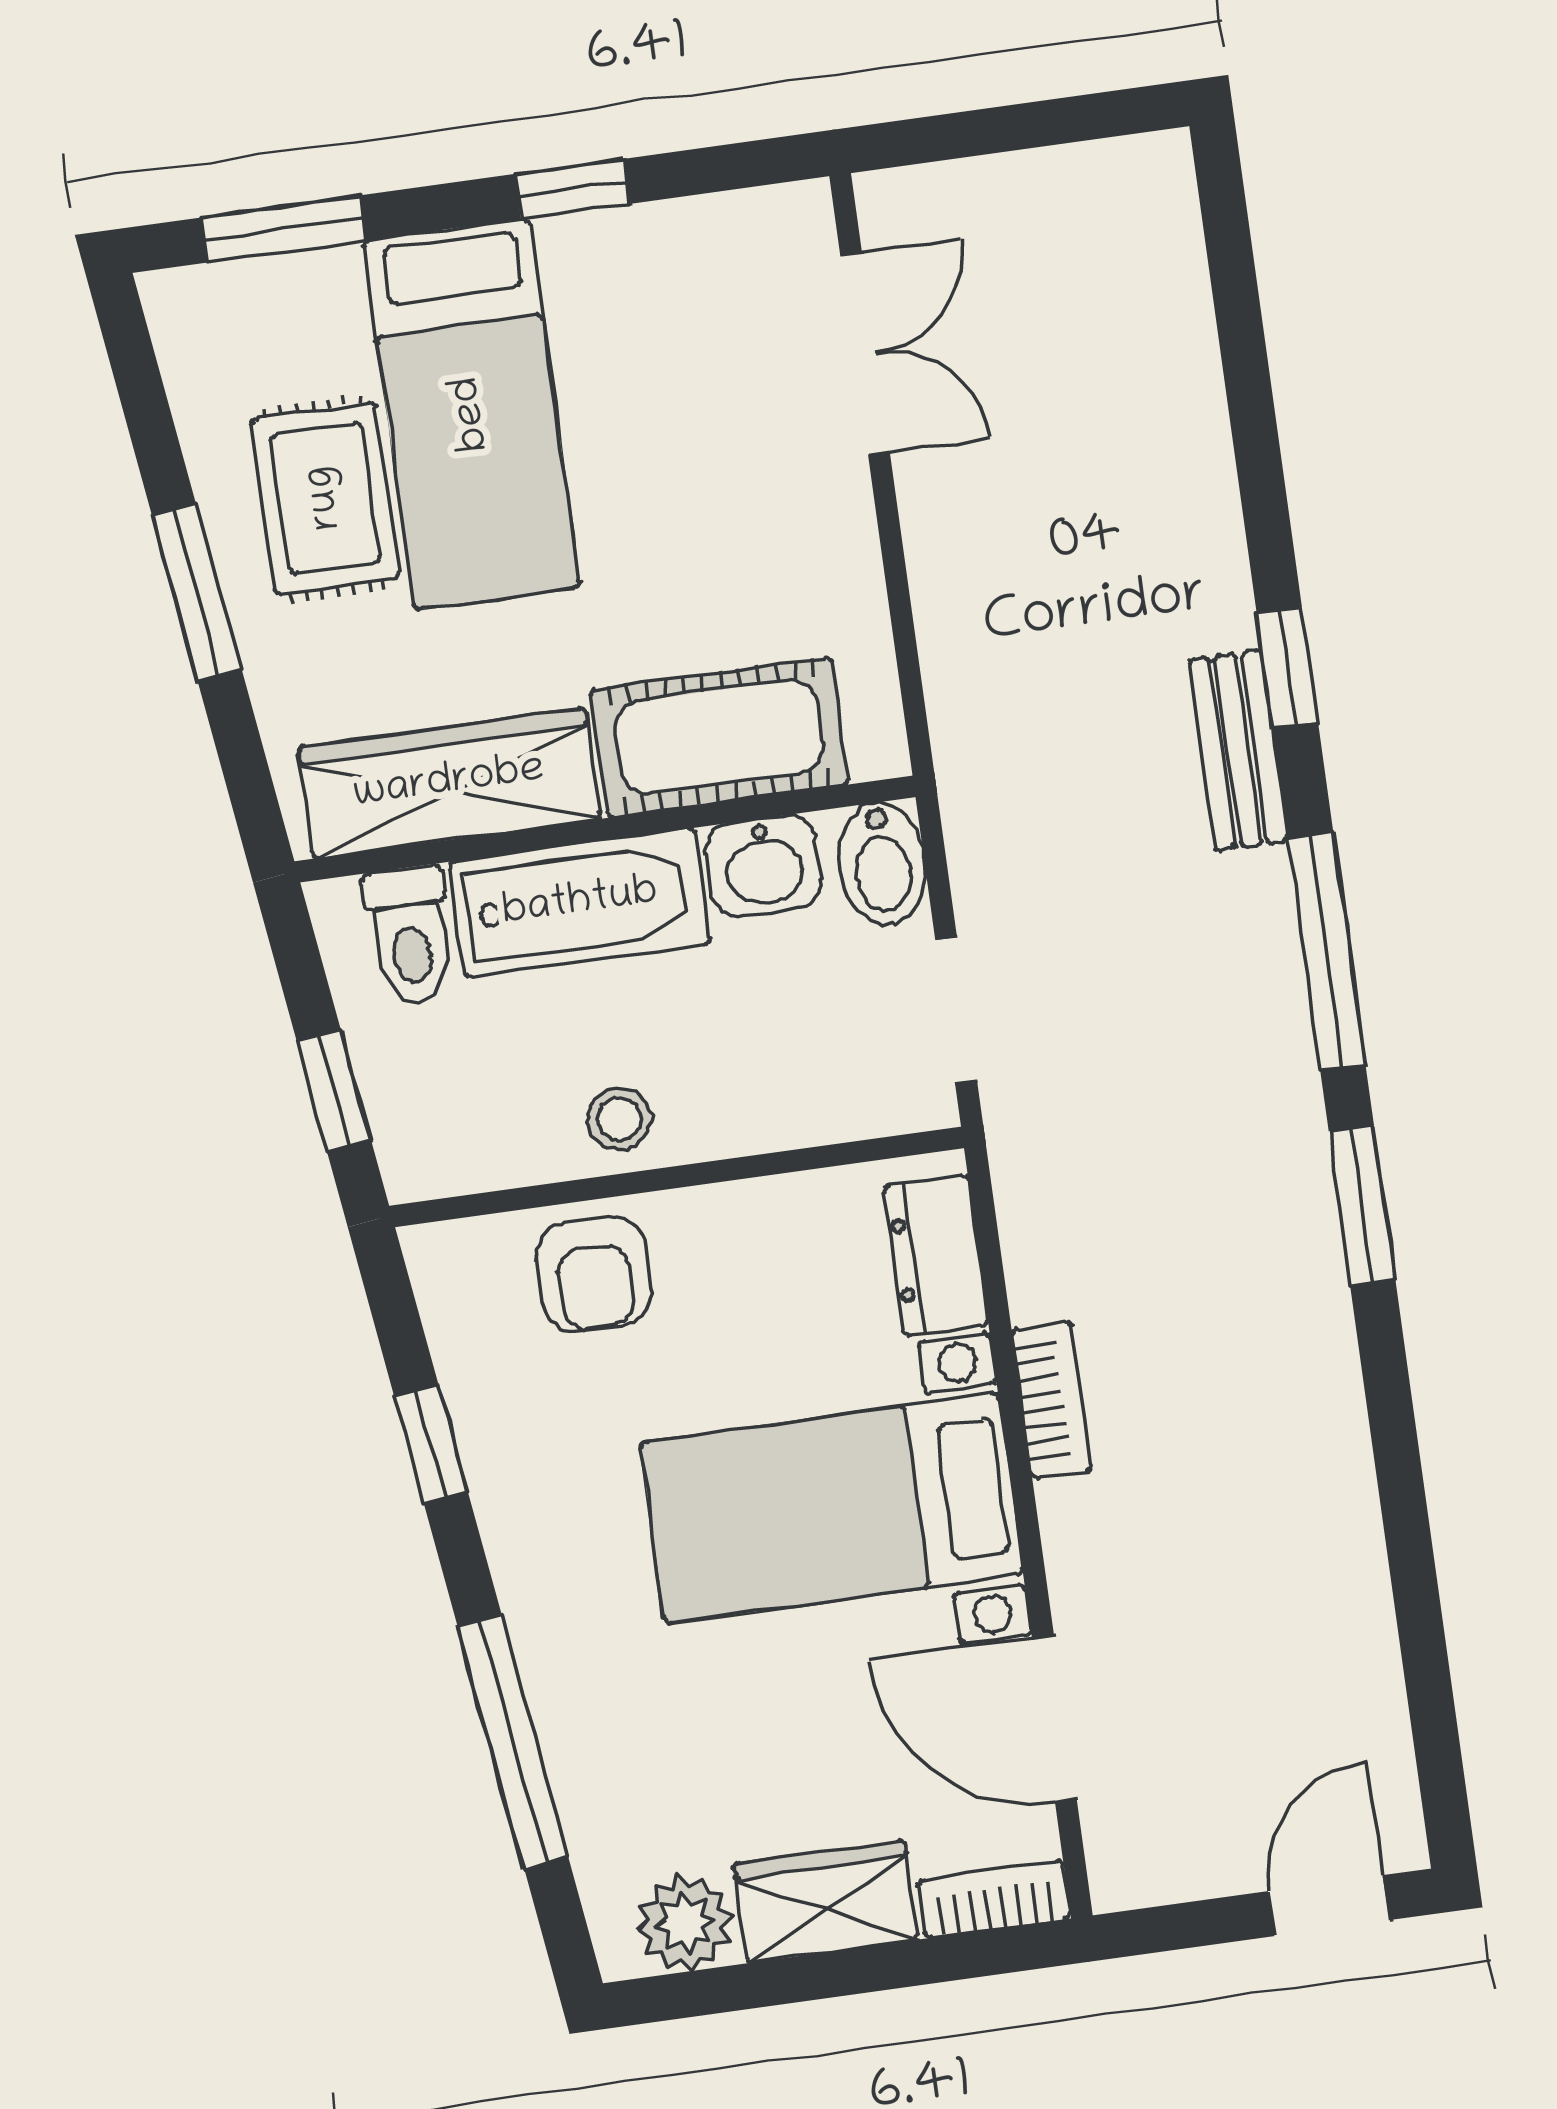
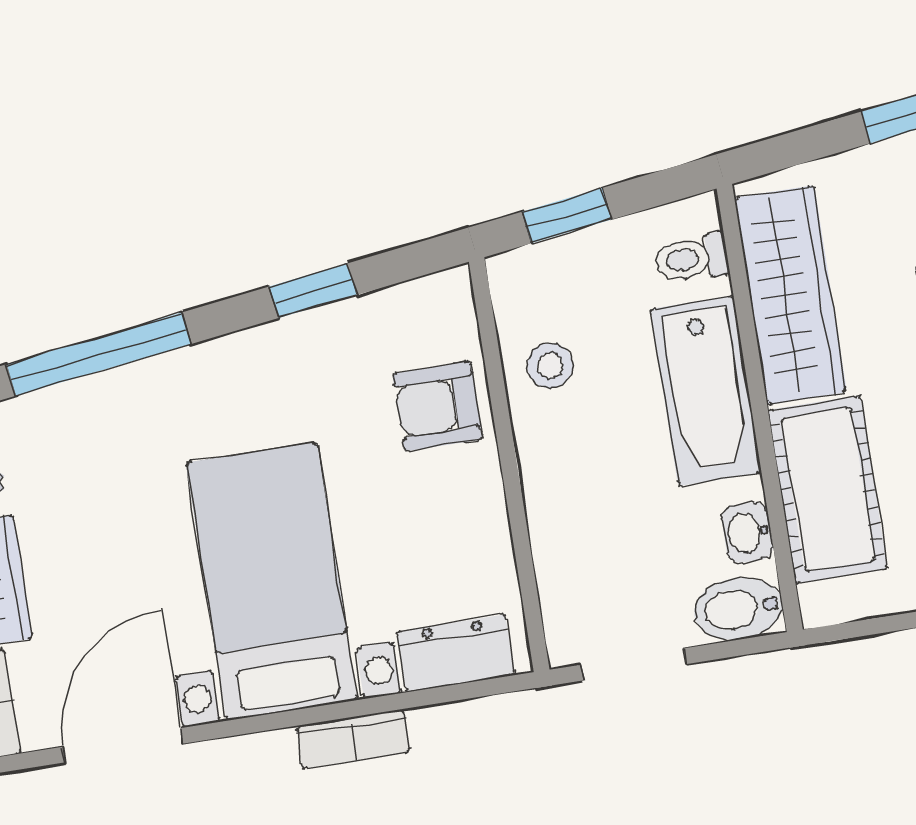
washbasin: (764, 866) -> (747, 533), width x0.72, depth x0.69
toilet: (410, 936) -> (692, 258), width x0.73, depth x0.72
stool: (619, 1119) -> (550, 366), moved

